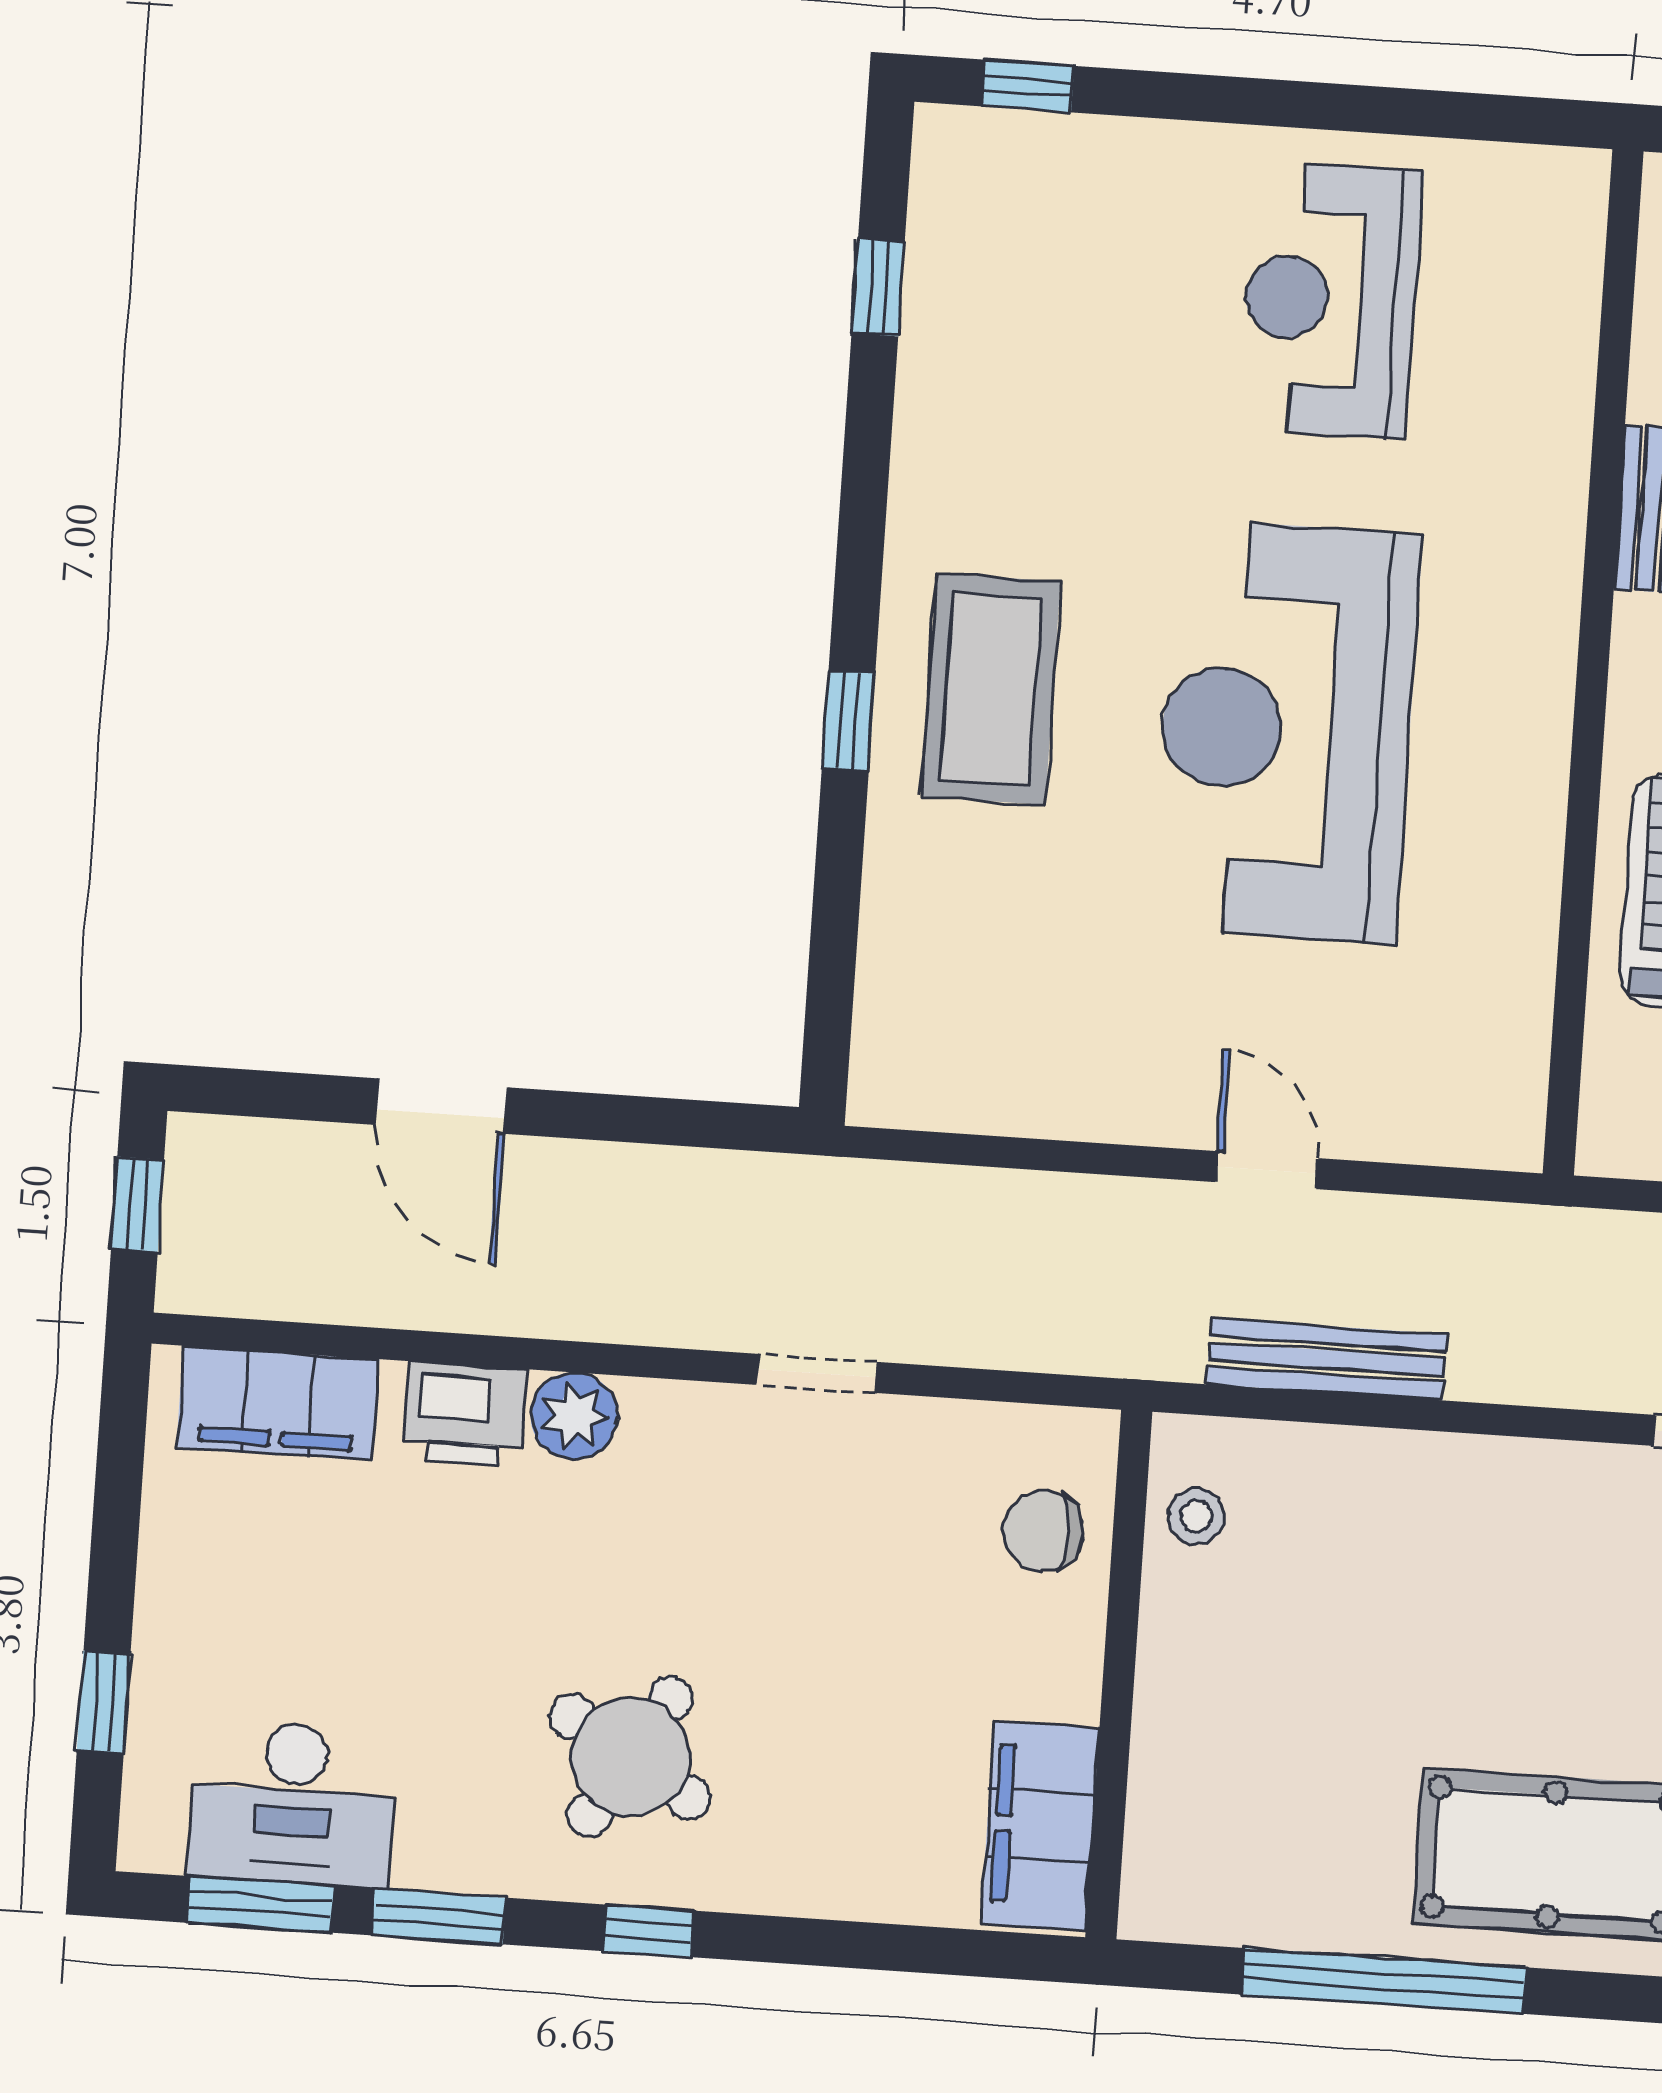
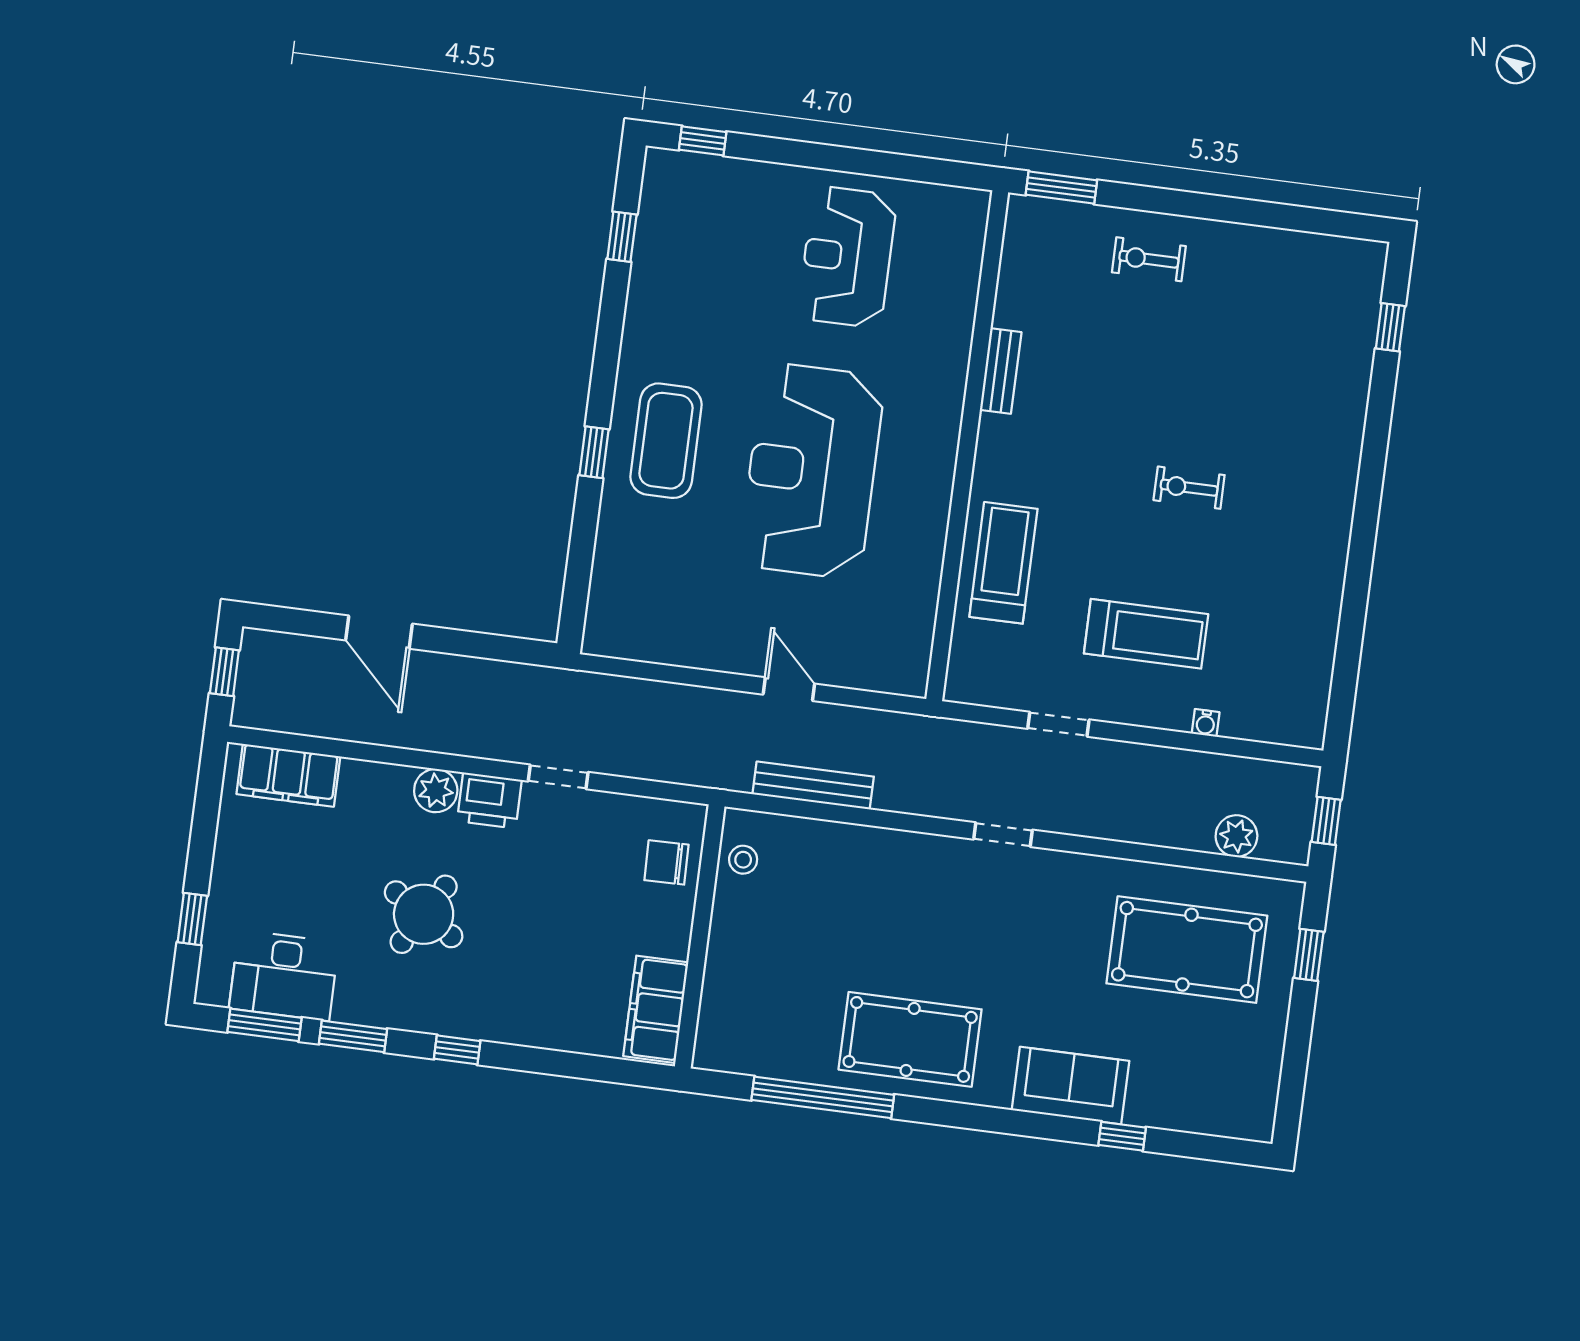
printer: (465, 1414) -> (489, 800), moved
round table: (630, 1757) -> (424, 914), moved

